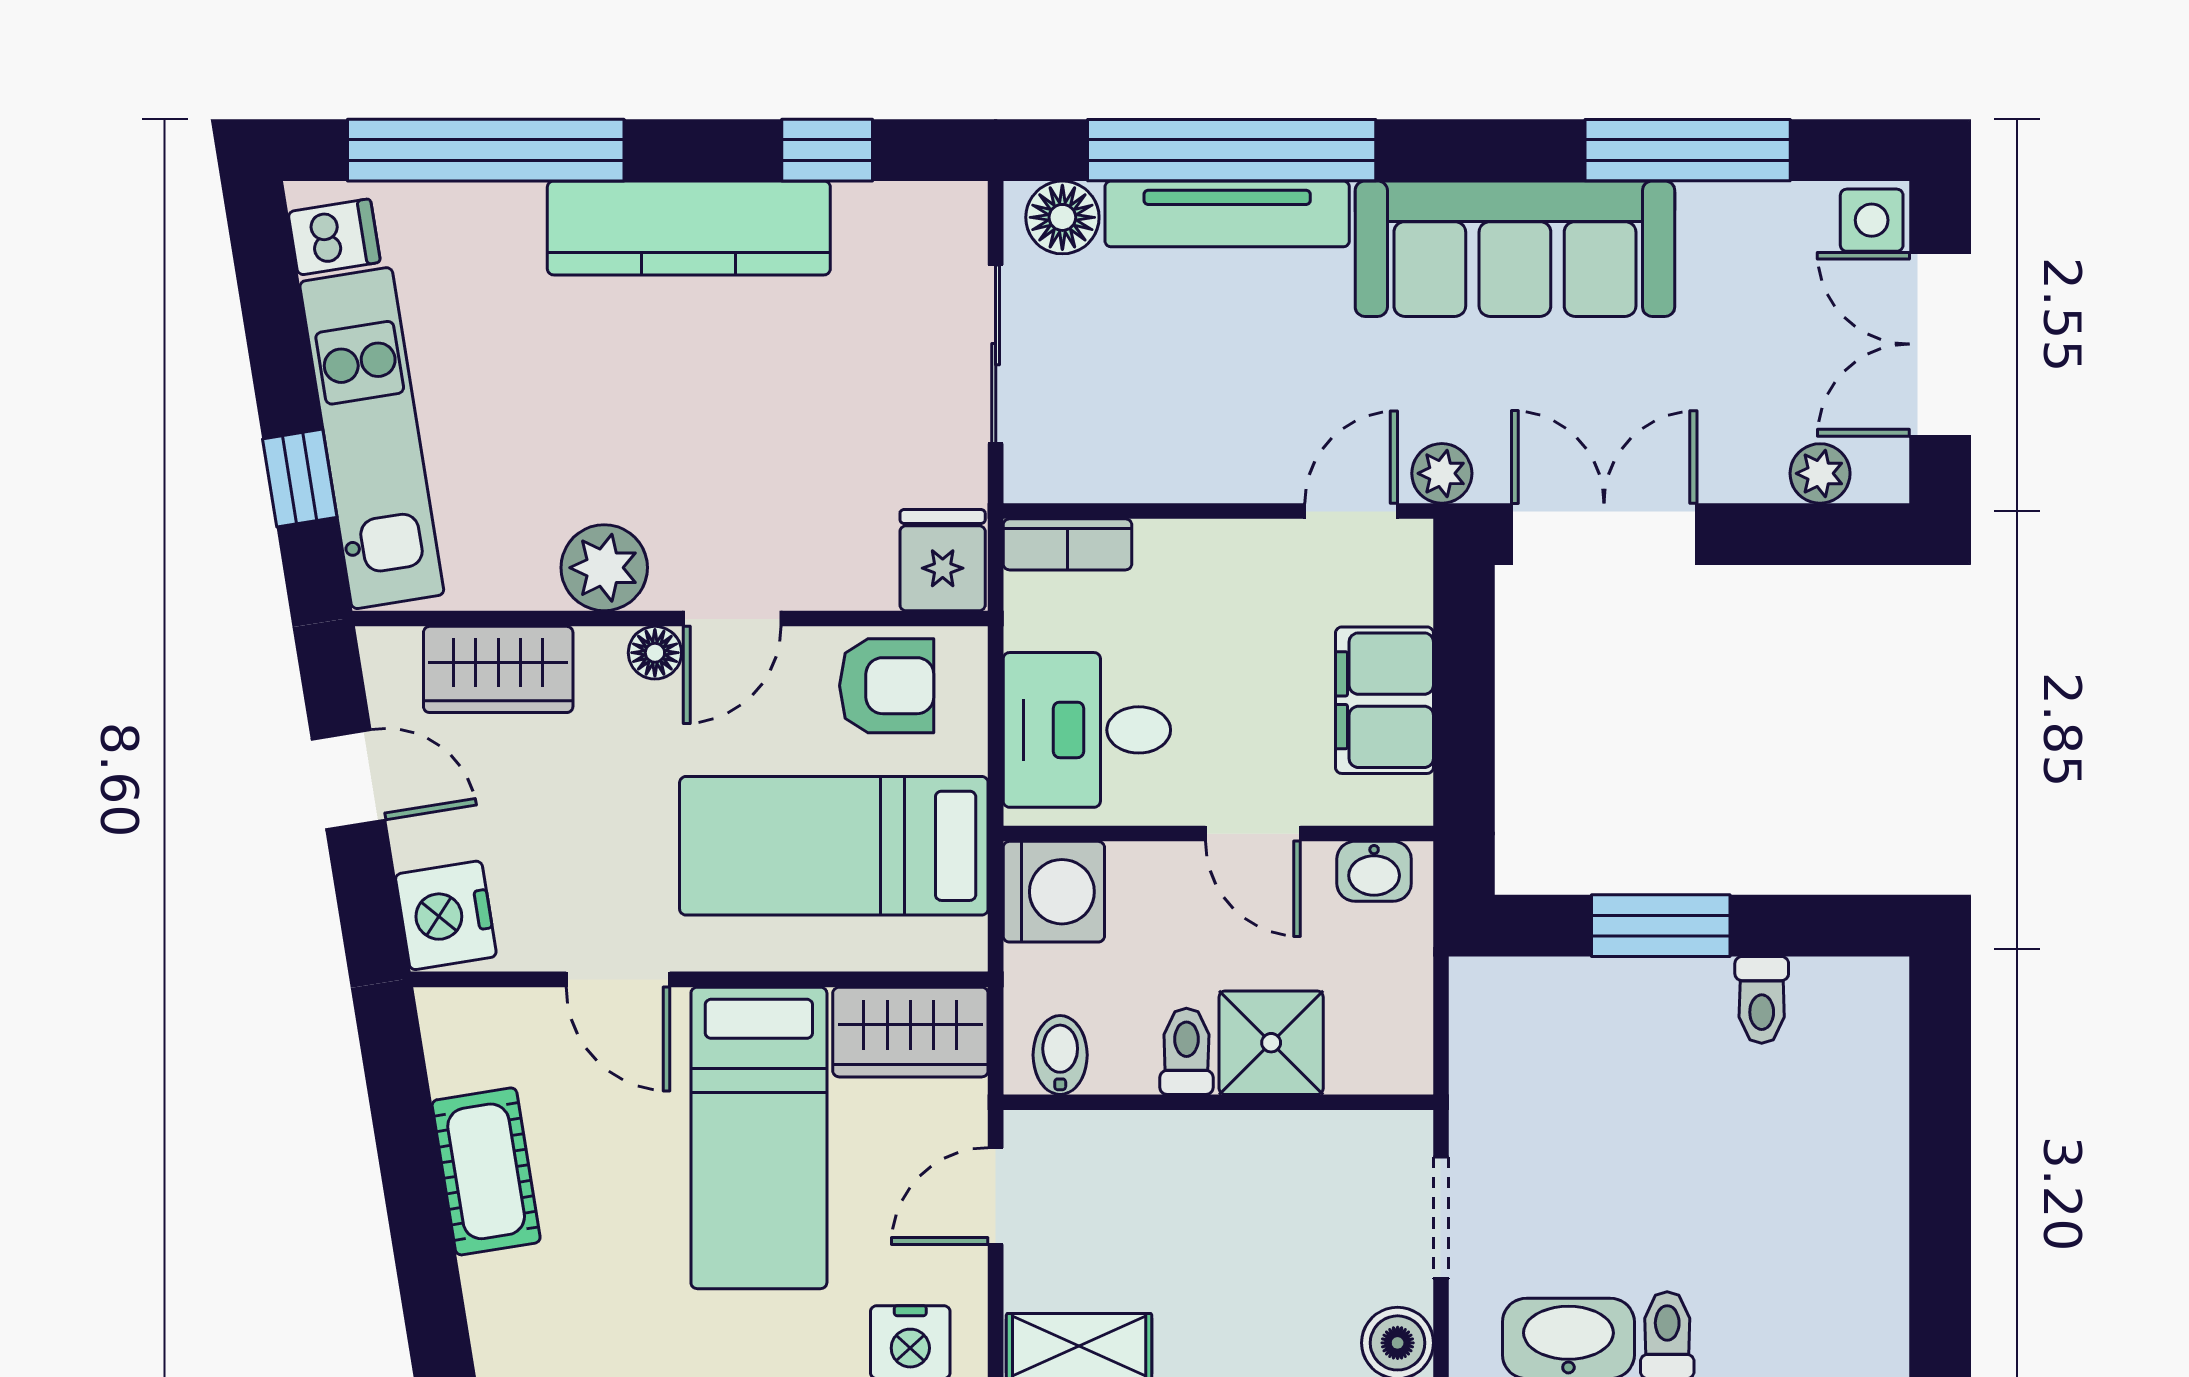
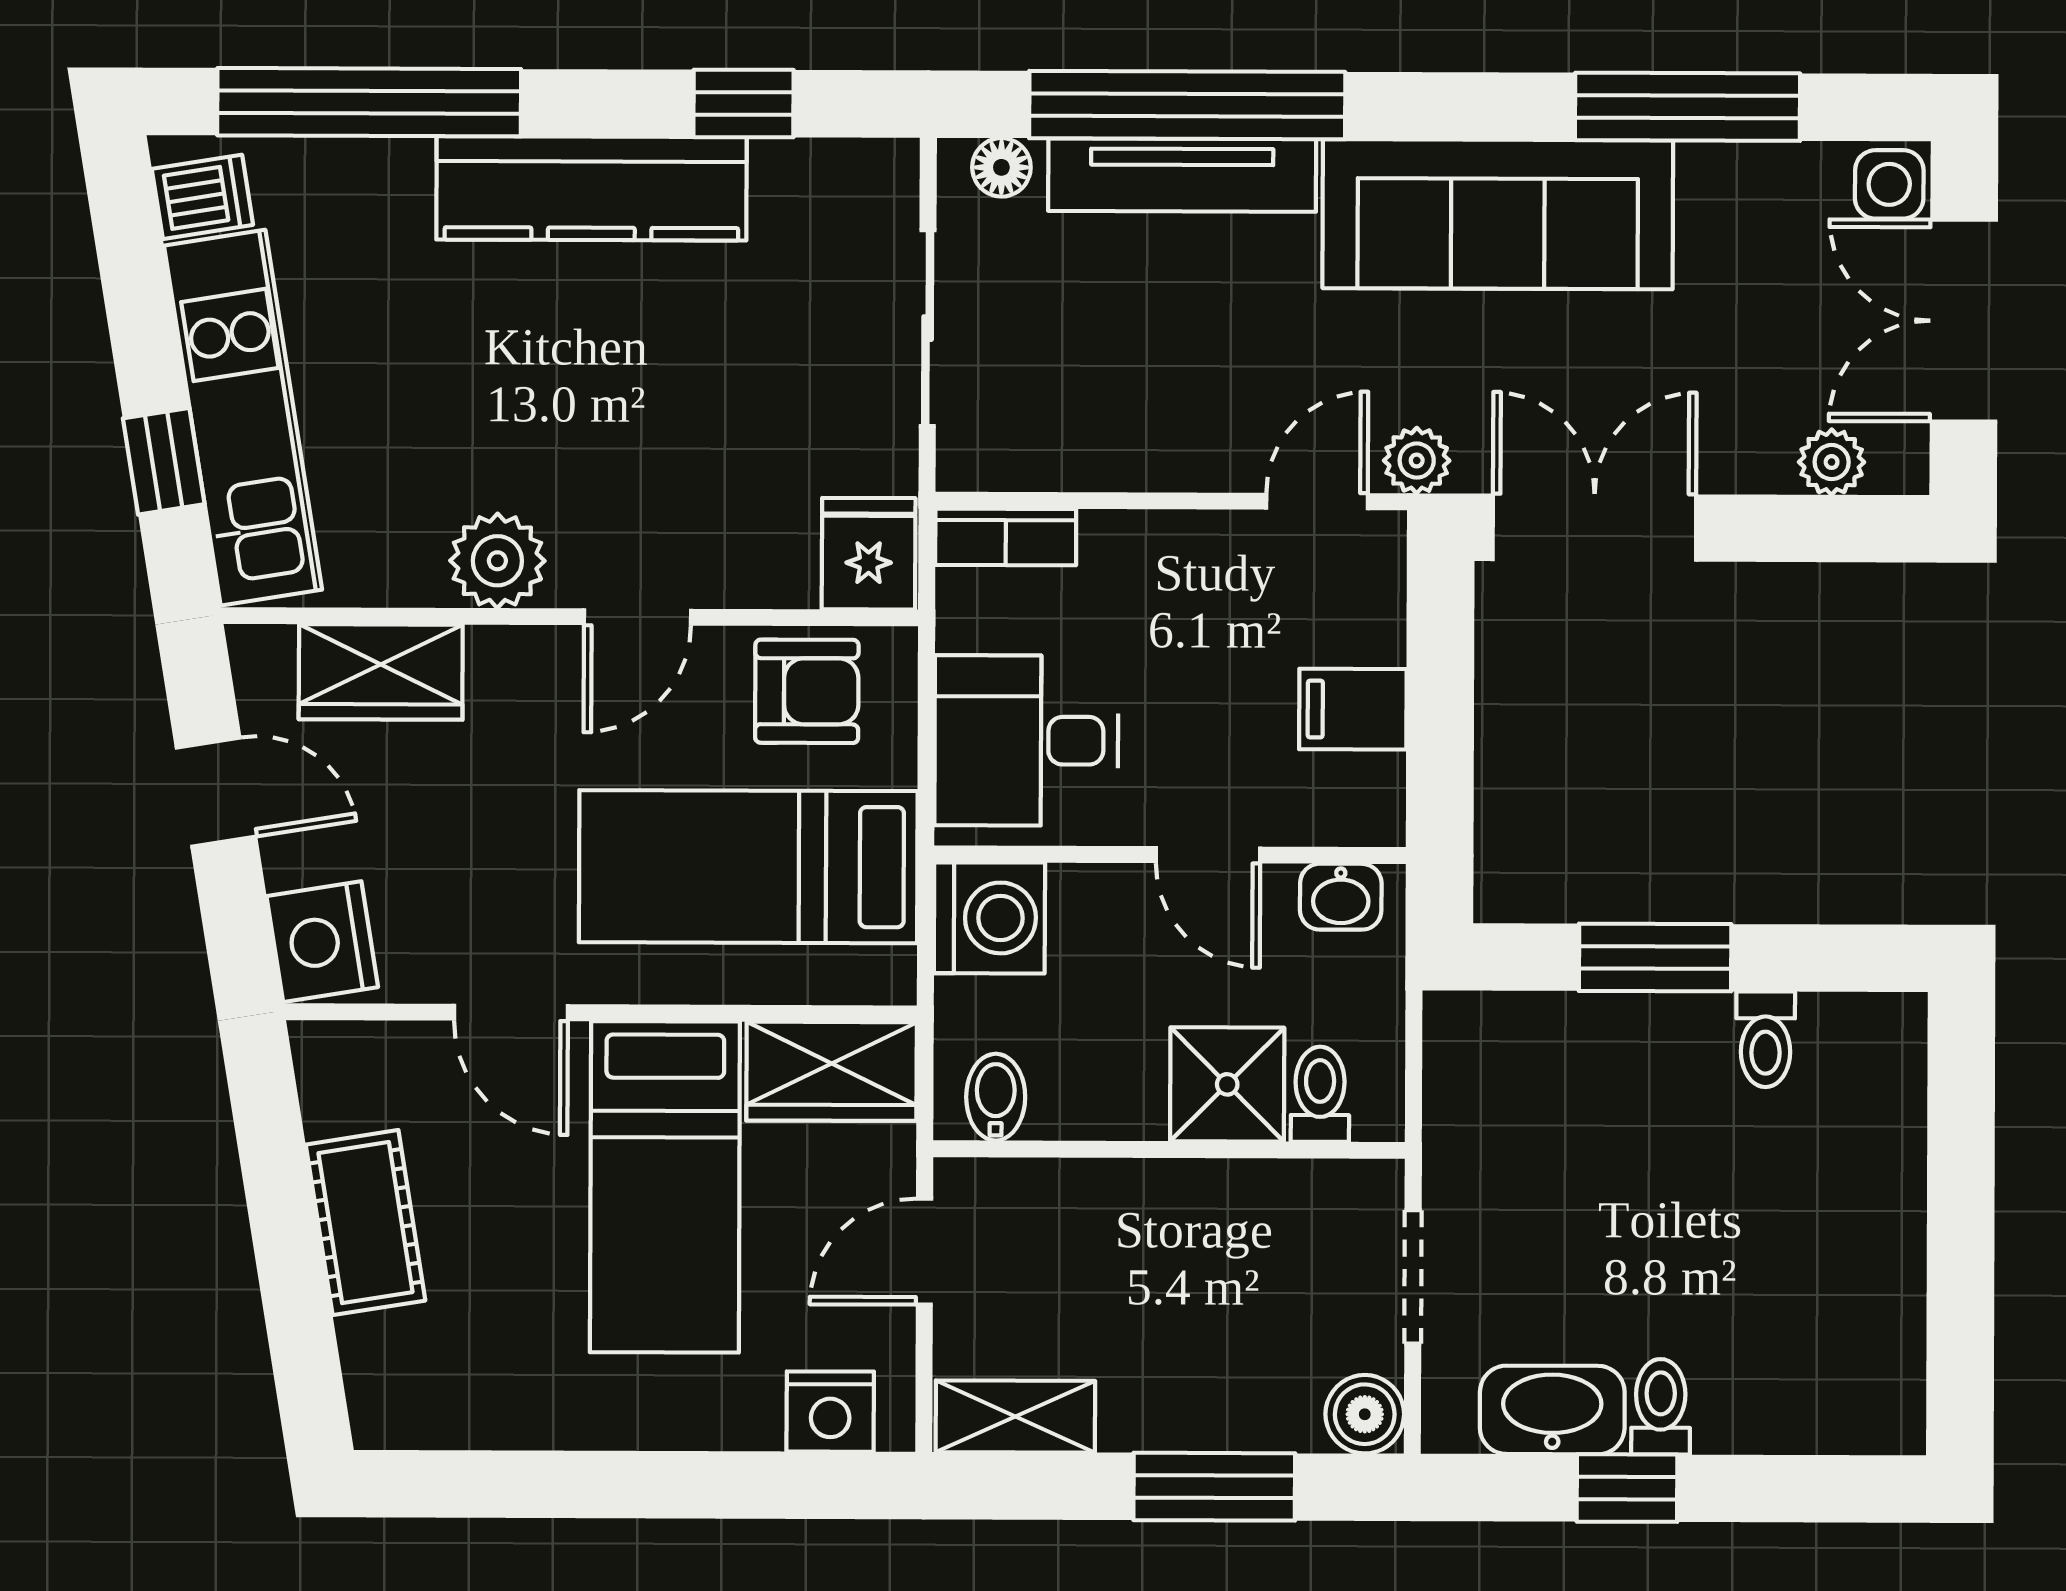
floor lamp: (1062, 217) -> (1001, 167), width x0.73, depth x0.73
floor lamp: (655, 653) -> (553, 654), removed
filing cabinet: (1384, 700) -> (1353, 709), width x0.50
toilet: (1186, 1051) -> (1320, 1094), moved

